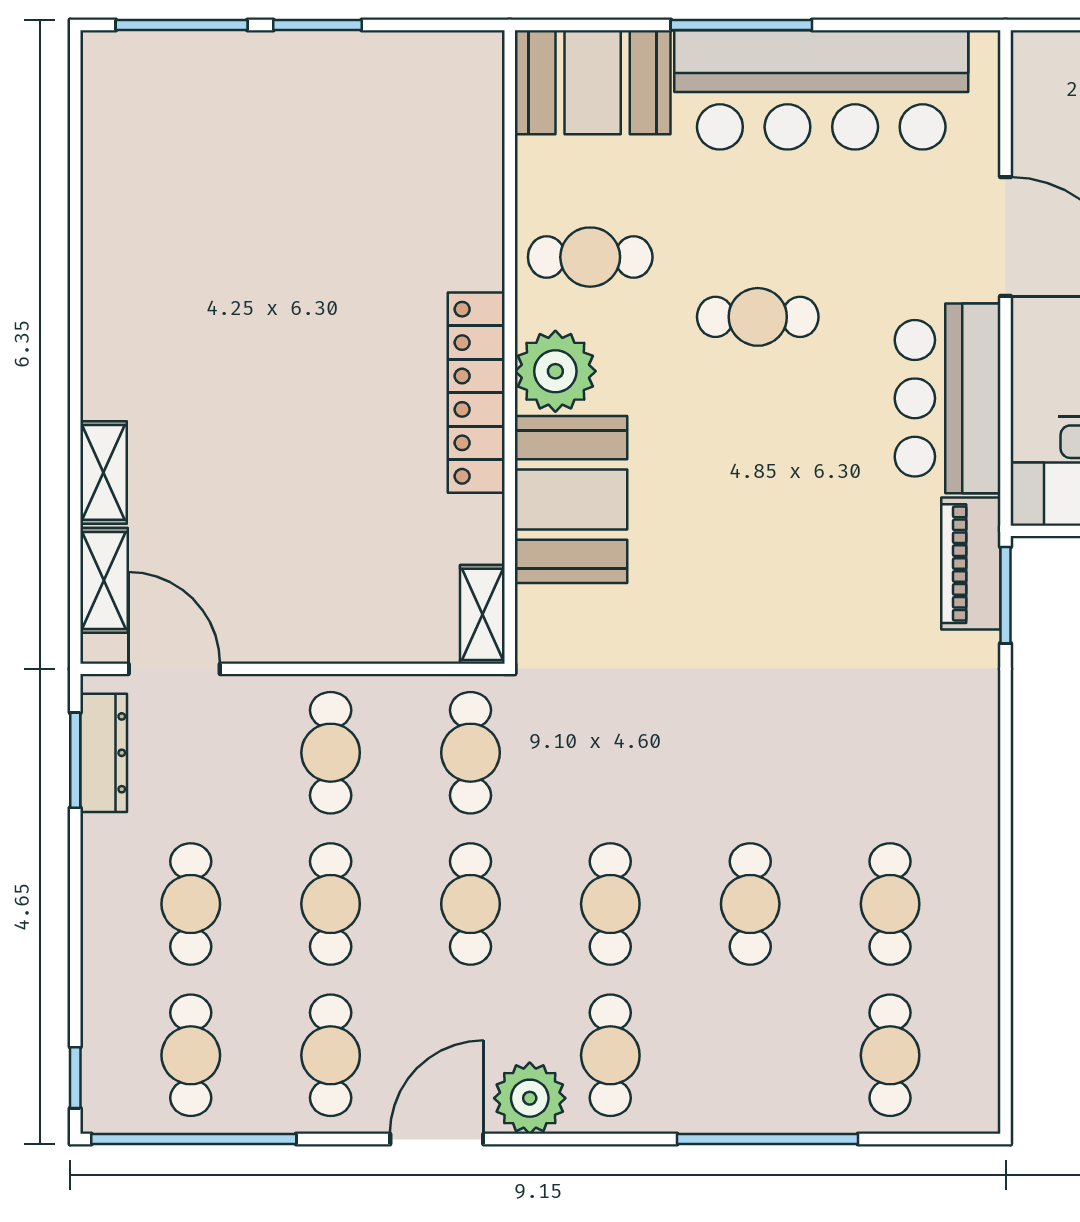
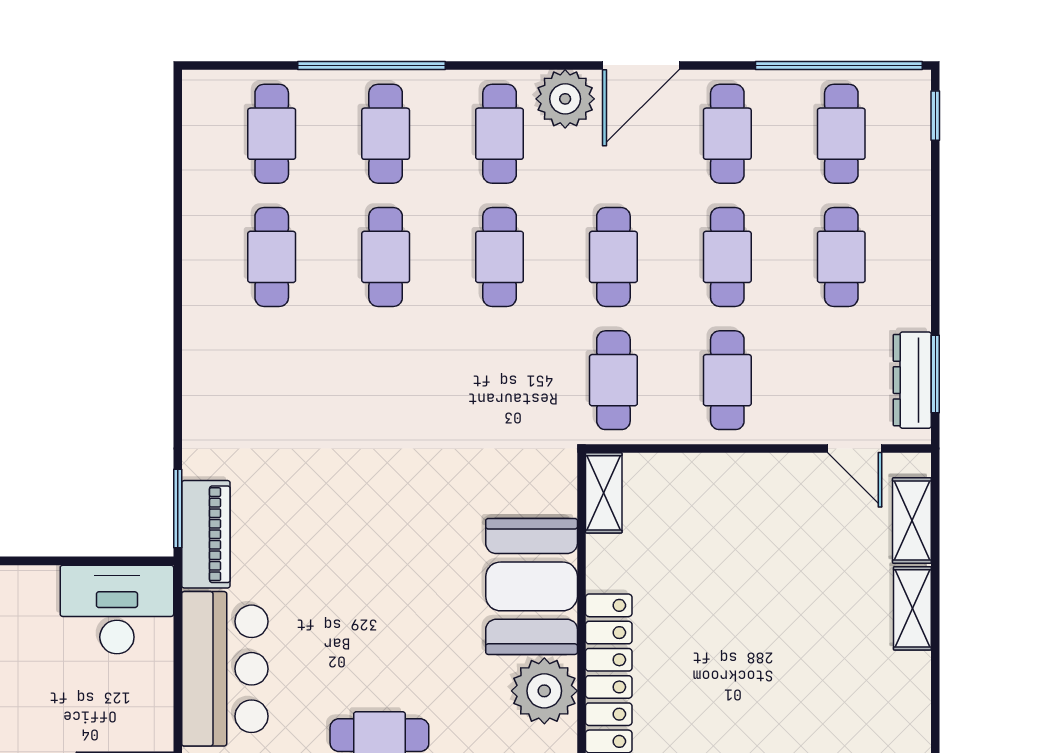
door: (174, 669) -> (855, 448), width x0.73
cafe table: (750, 1055) -> (386, 134), added

